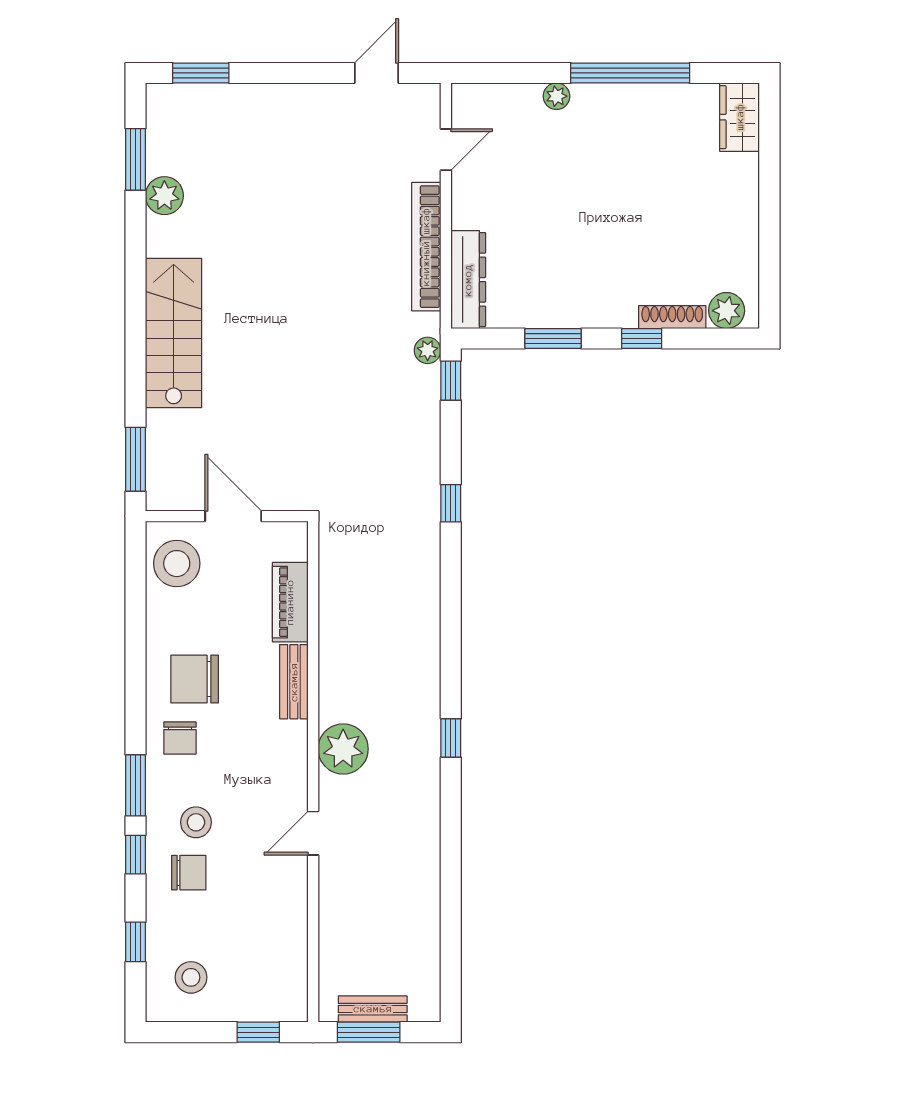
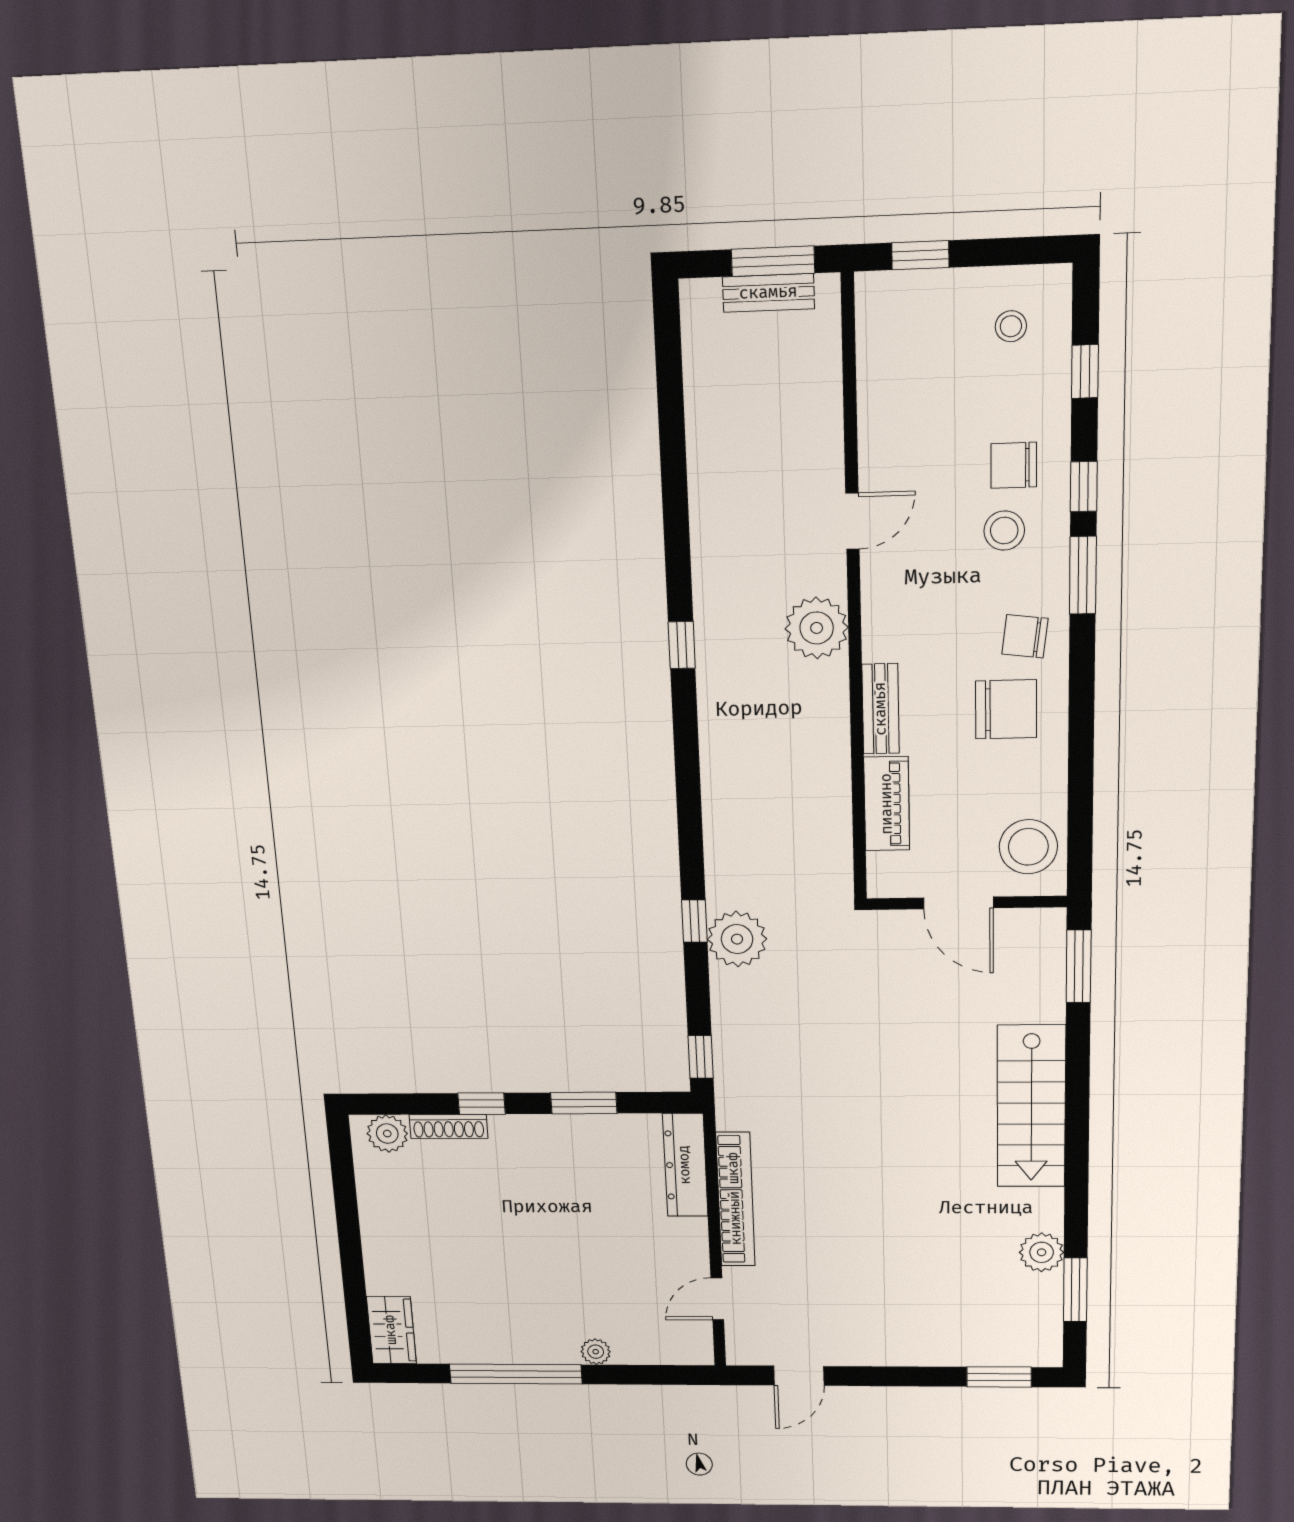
plant: (428, 350) -> (737, 939), moved, width x1.88, depth x1.88
chair: (180, 738) -> (1025, 636), turned -83
stool: (191, 977) -> (1011, 326), width x0.73, depth x0.73

